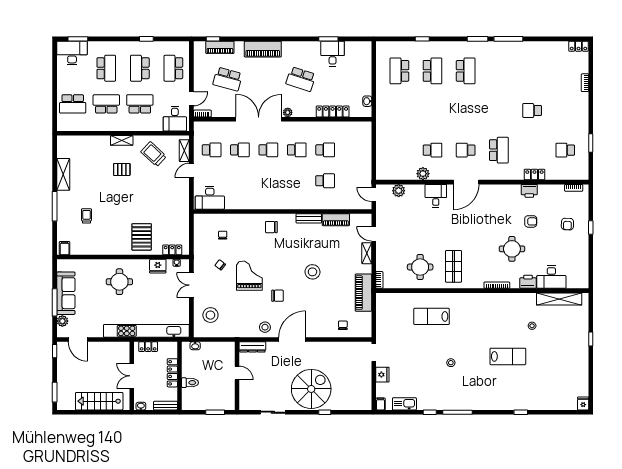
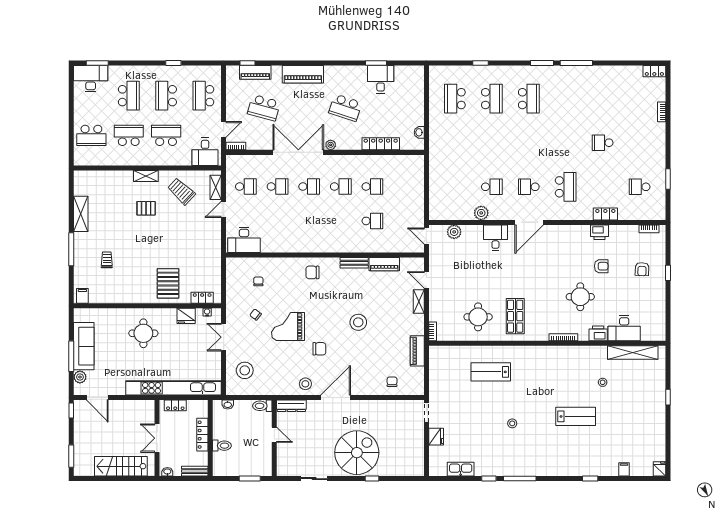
grand piano: (249, 276) -> (288, 326), turned -90
piano: (363, 293) -> (417, 351), width x0.73, depth x0.75
toilet: (226, 347) -> (262, 406), added
filing cabinet: (380, 404) -> (624, 469), moved

